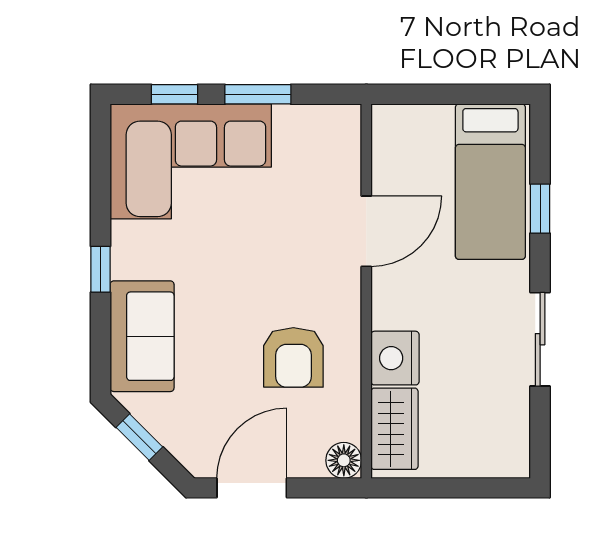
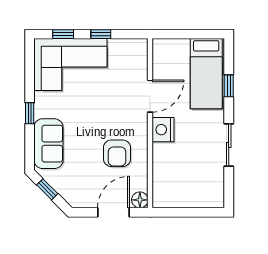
window: (258, 94) -> (101, 34), width x0.67
nightstand: (395, 358) -> (163, 130), moved
wardrobe: (395, 429) -> (163, 186), removed
door: (252, 488) -> (113, 212), moved

